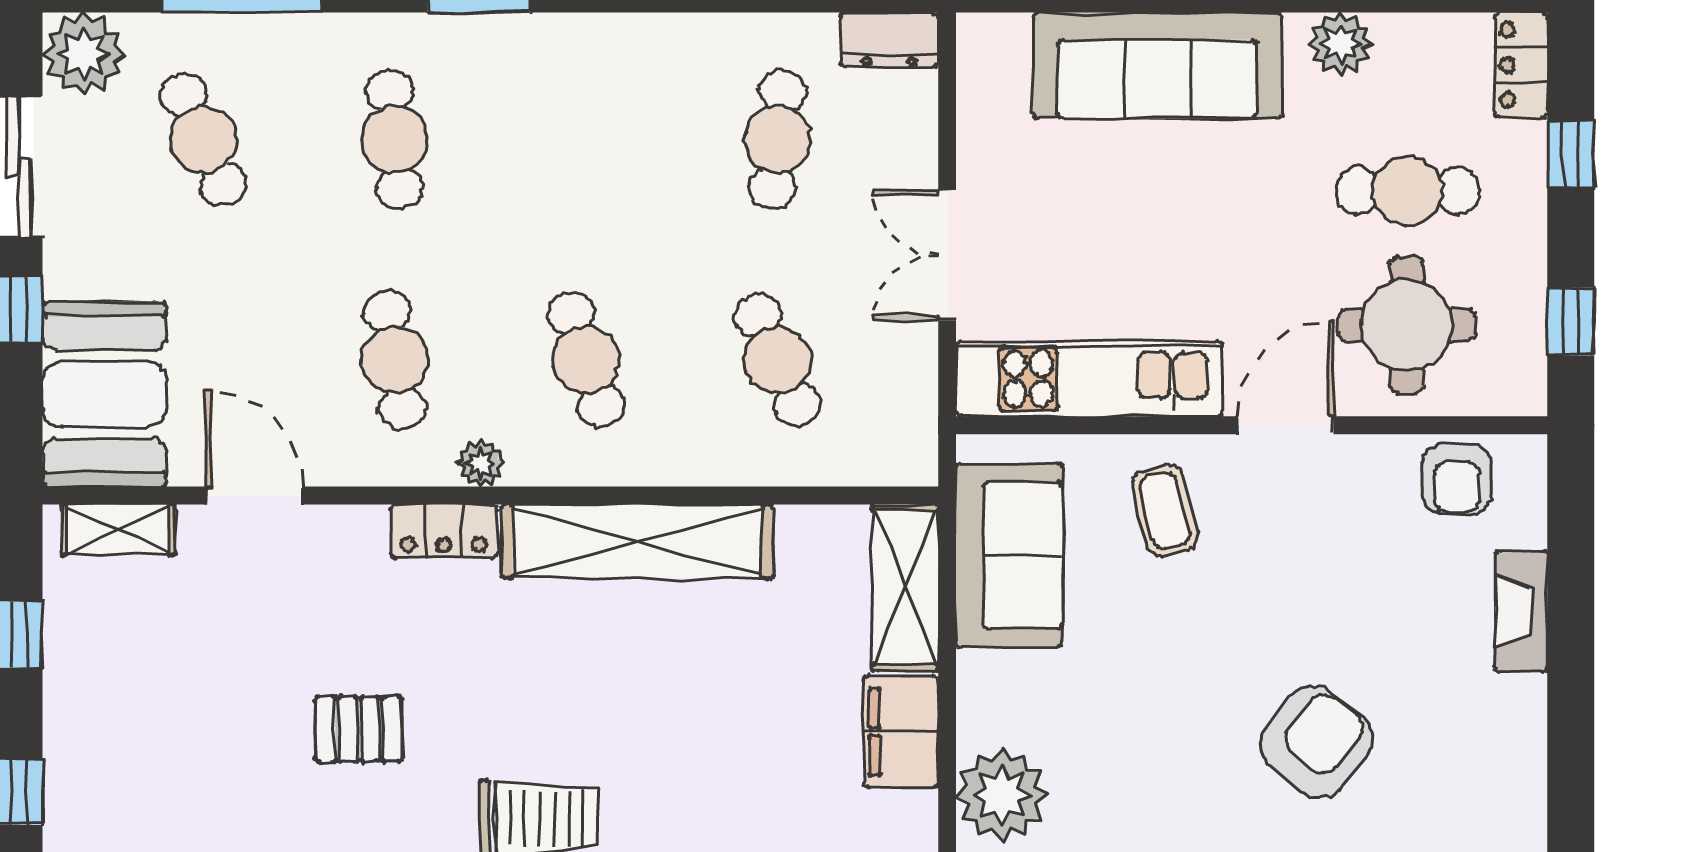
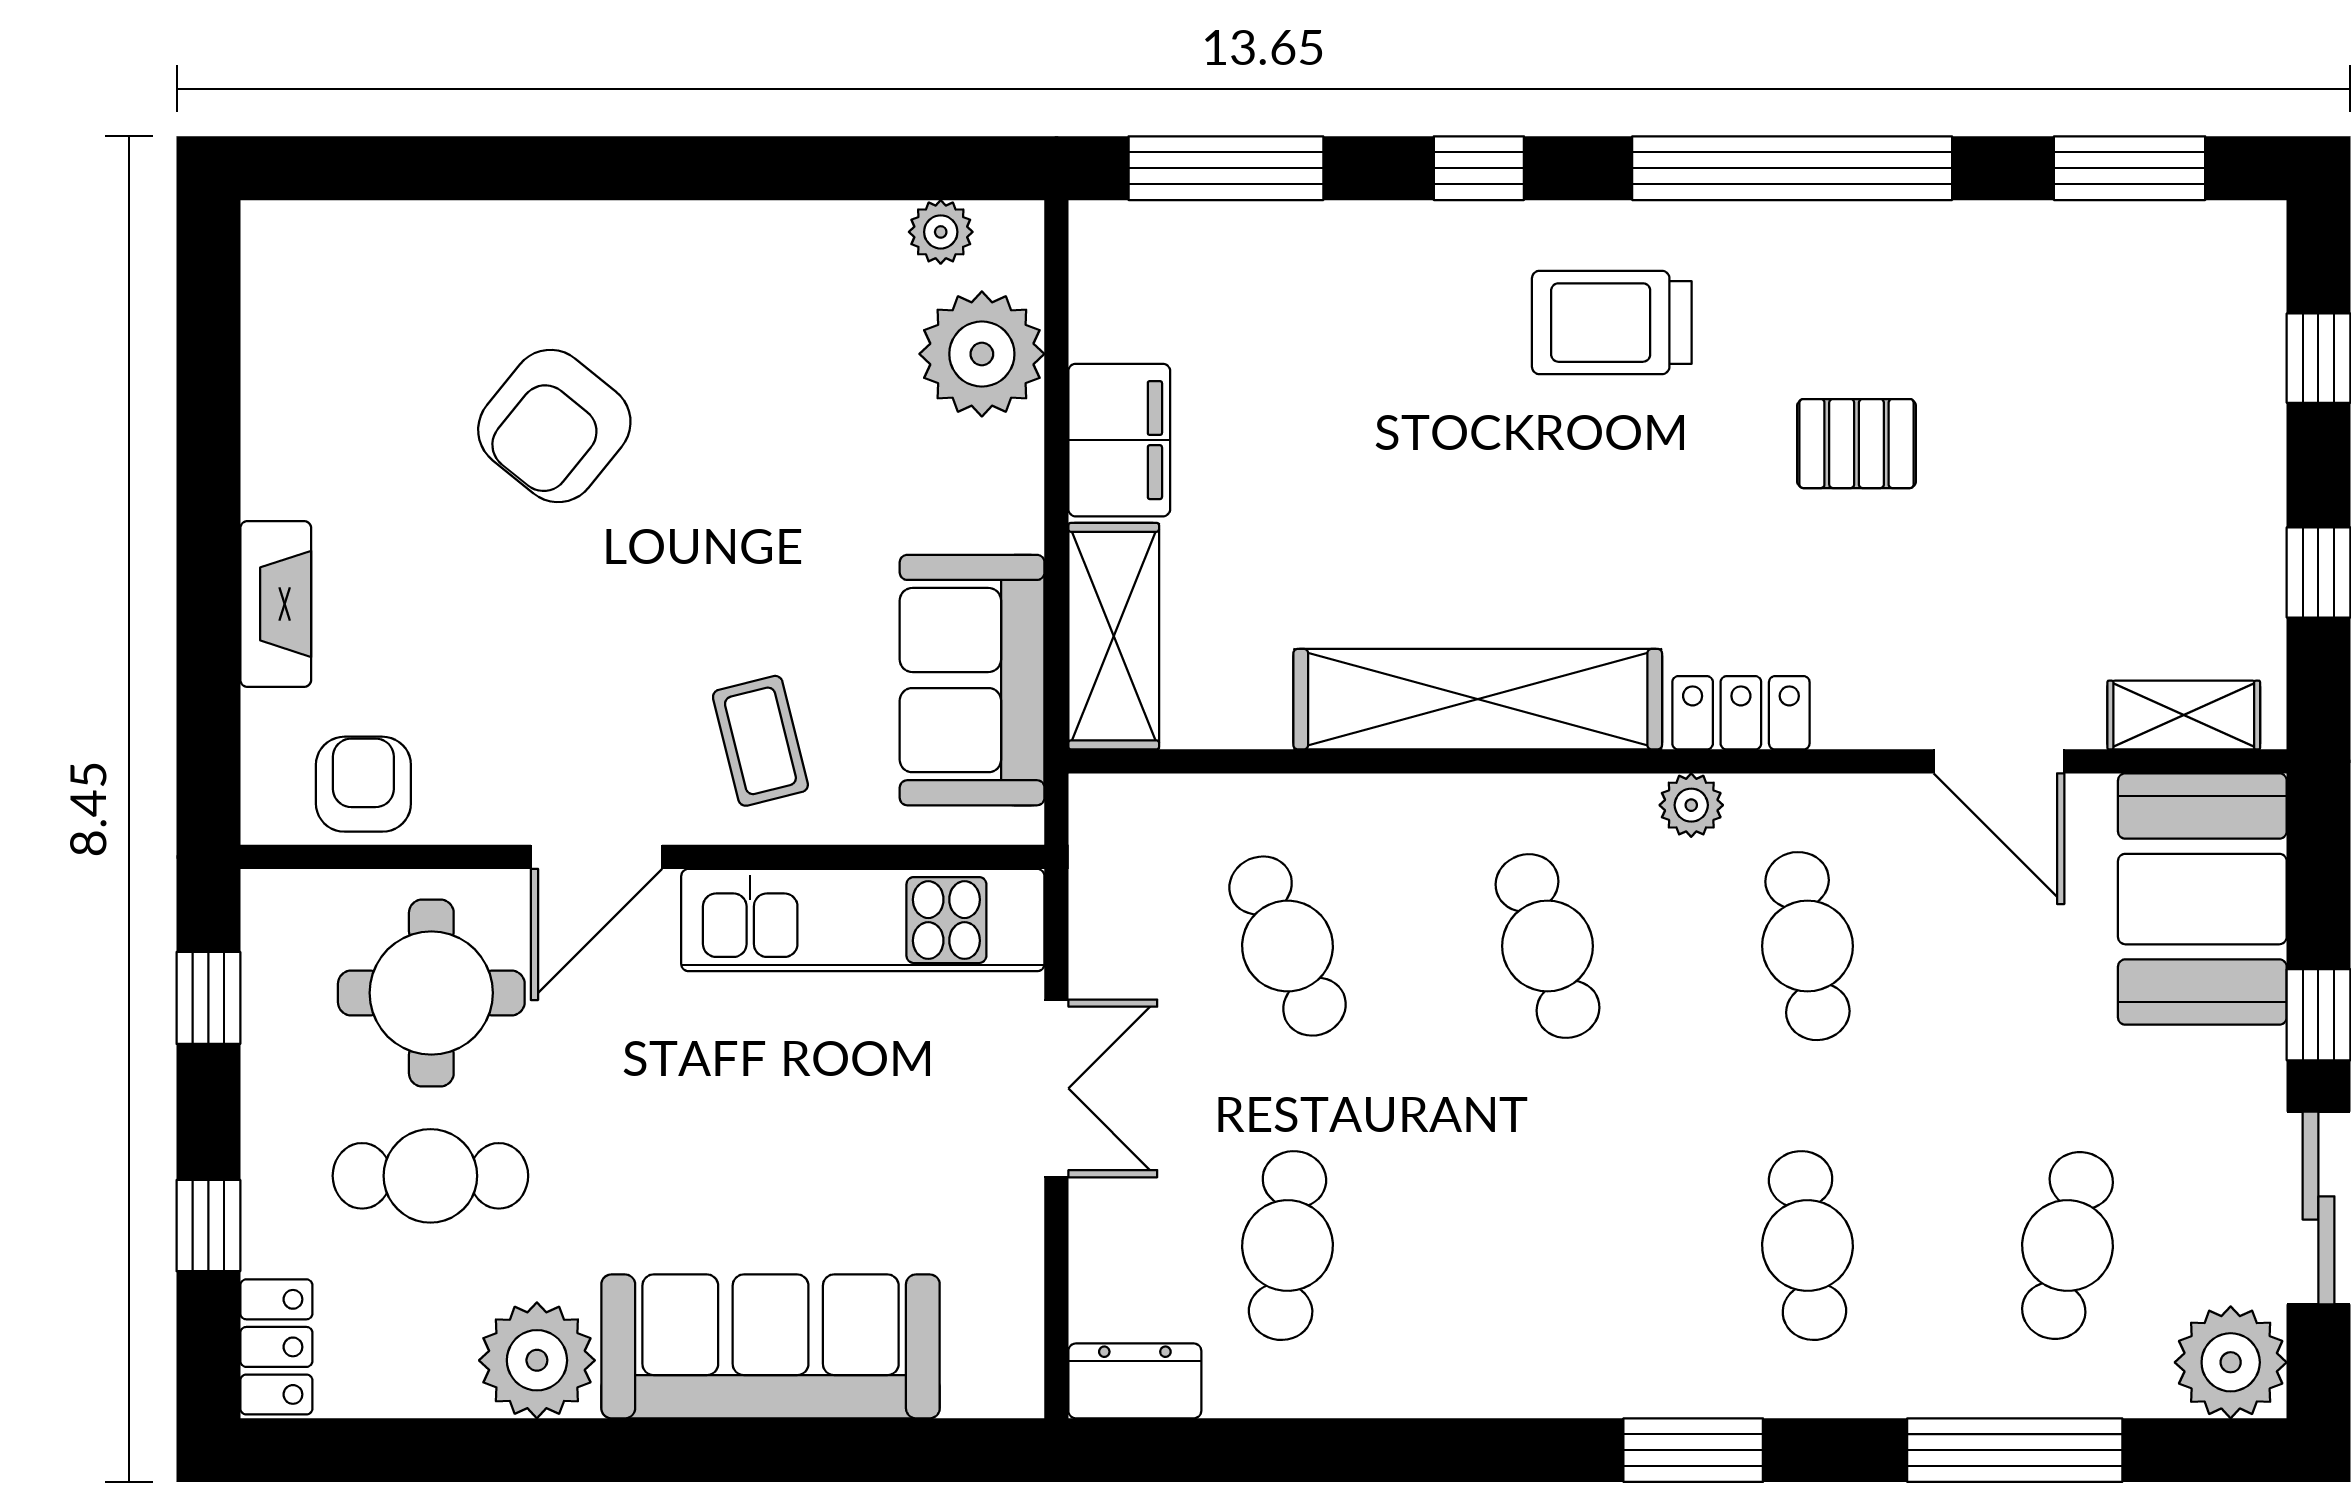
plant: (1341, 44) -> (537, 1360), width x1.36, depth x1.36
cafe table: (204, 139) -> (2067, 1246), turned 36

